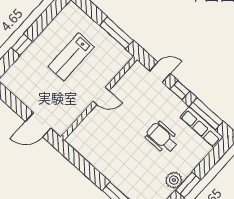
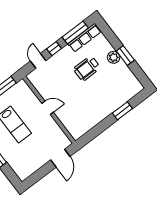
door: (101, 96) -> (48, 108), hinge flipped
plant: (174, 180) -> (114, 57), moved

